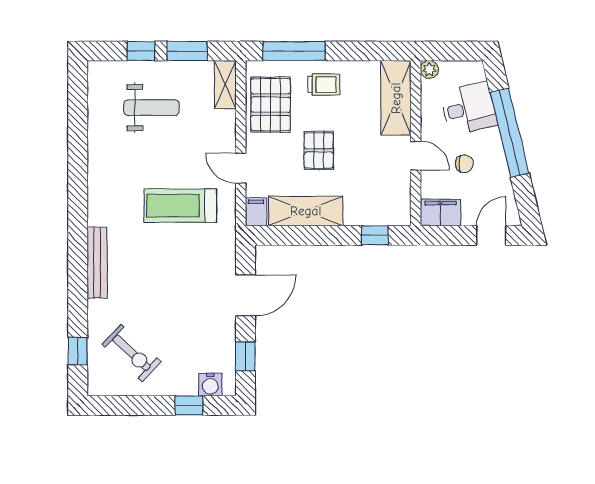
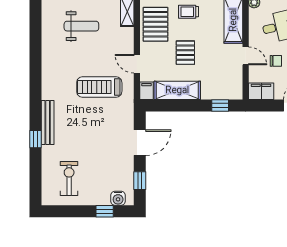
trolley: (324, 85) -> (189, 12), turned 180
window: (78, 351) -> (36, 139), moved
exercise bike: (132, 353) -> (69, 179), turned -133

